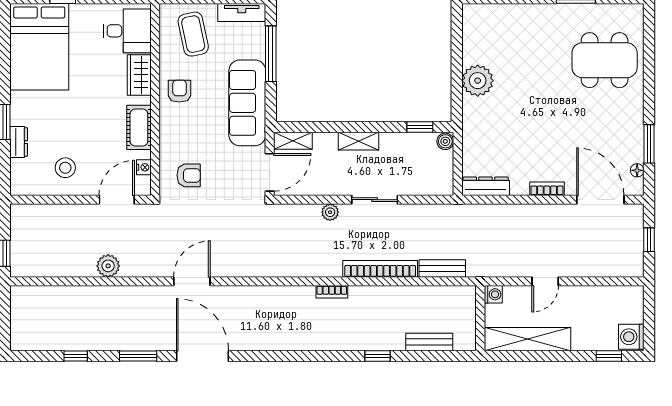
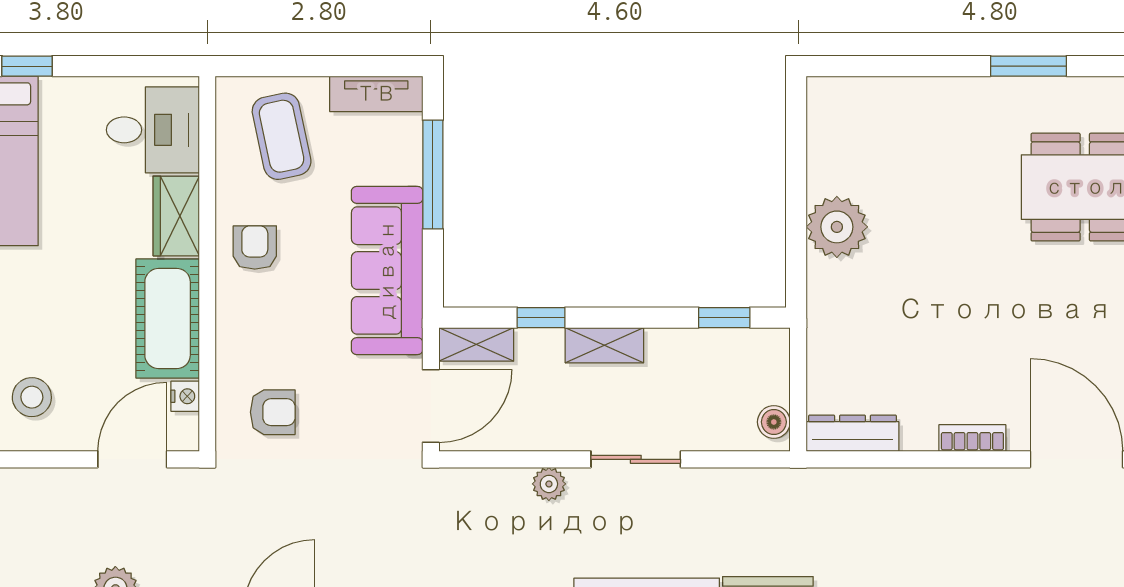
cot: (139, 127) -> (168, 319), width x1.37, depth x1.34
window: (326, 127) -> (541, 318), added
boiler: (445, 141) -> (774, 422), moved

